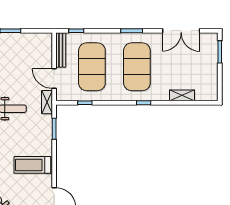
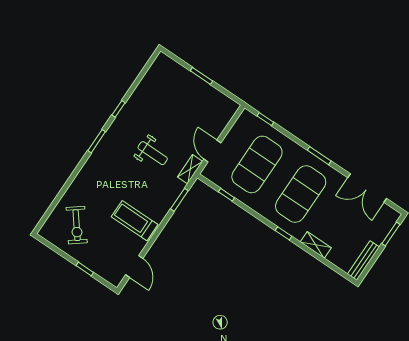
bench: (61, 50) -> (364, 261), moved
shelving: (182, 95) -> (316, 245), moved

